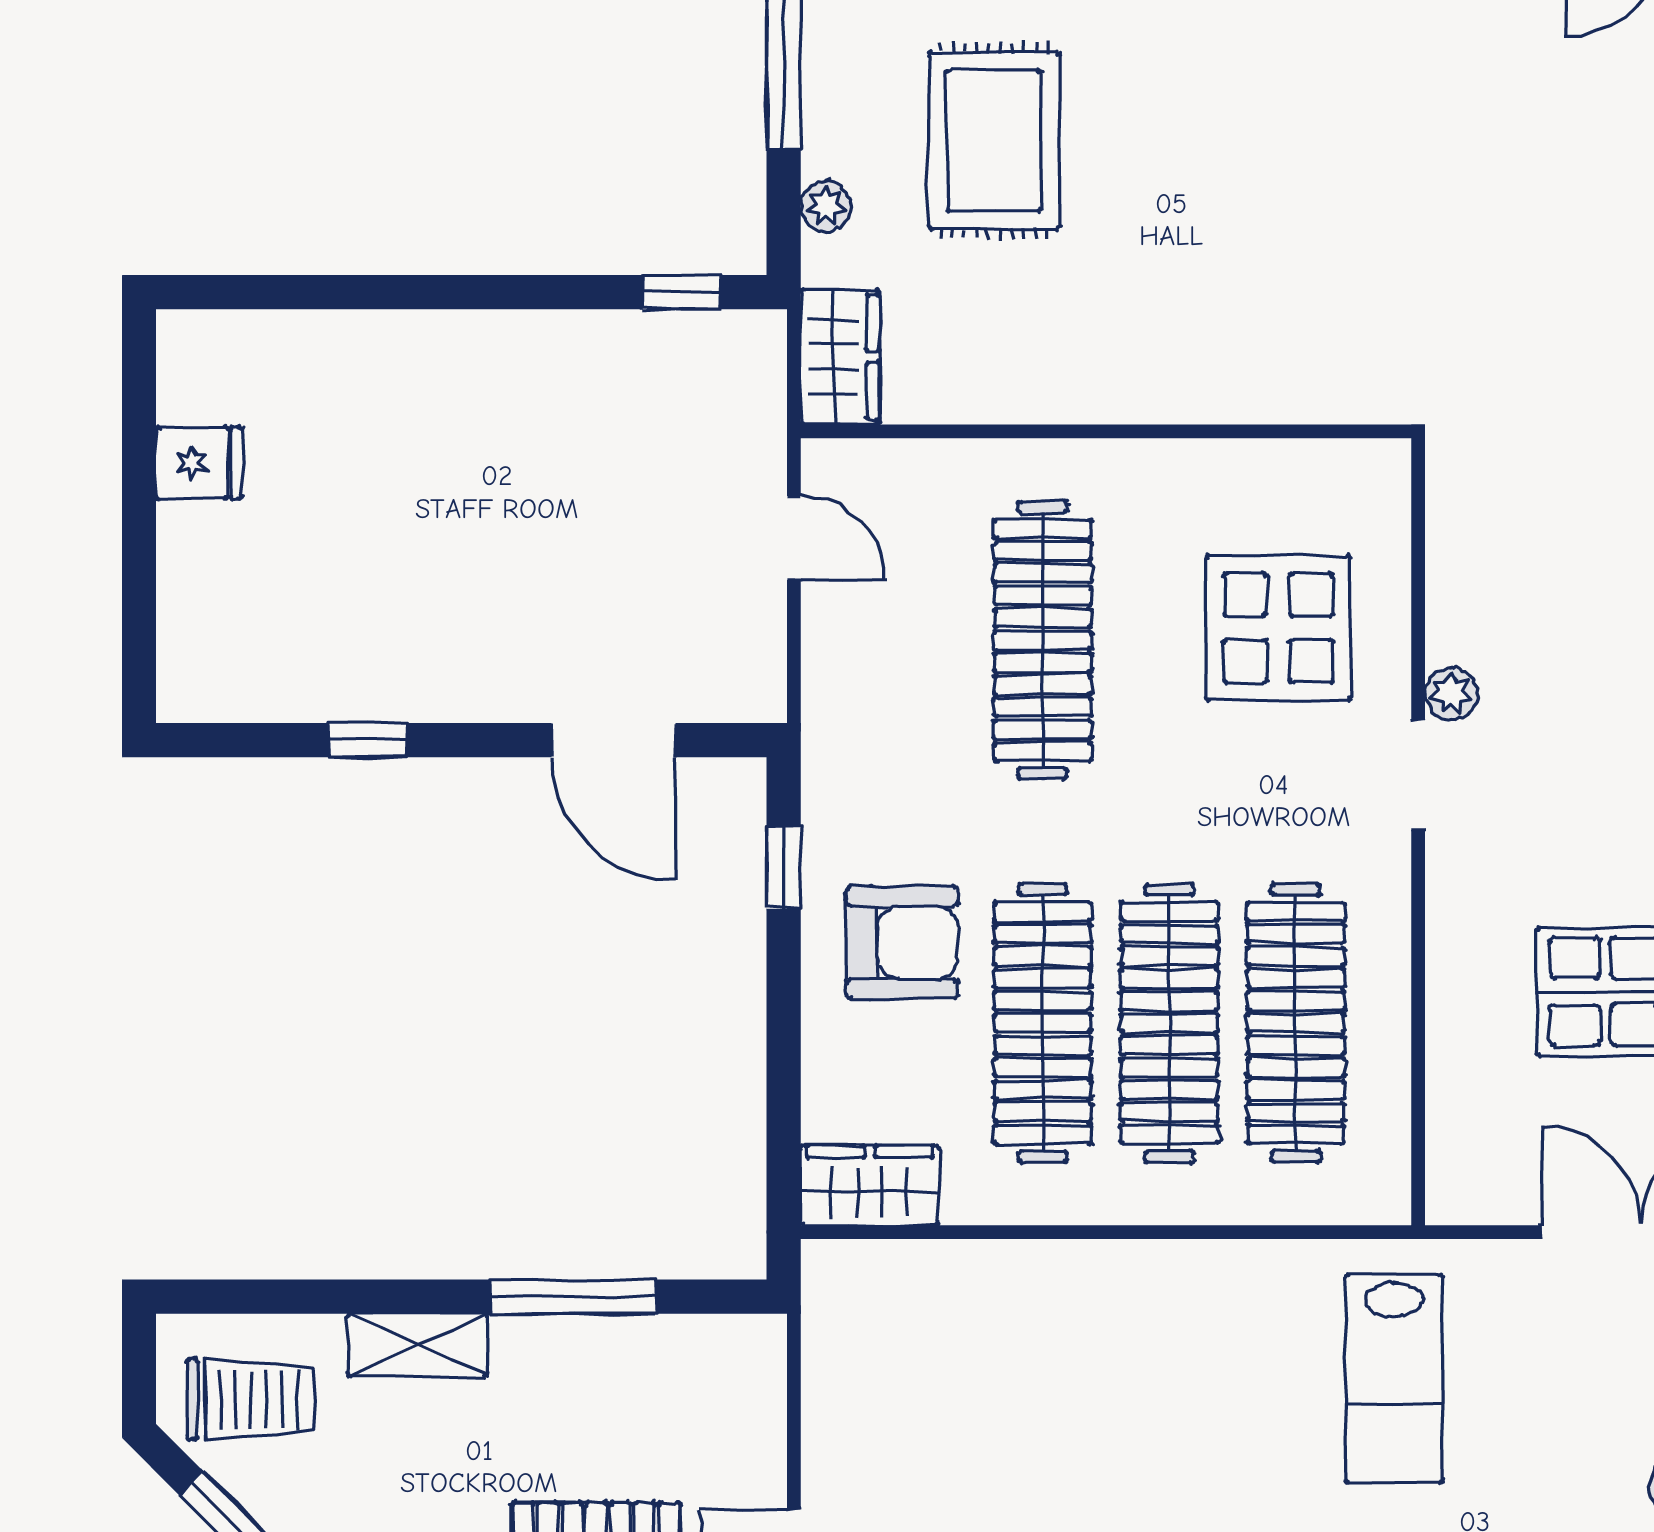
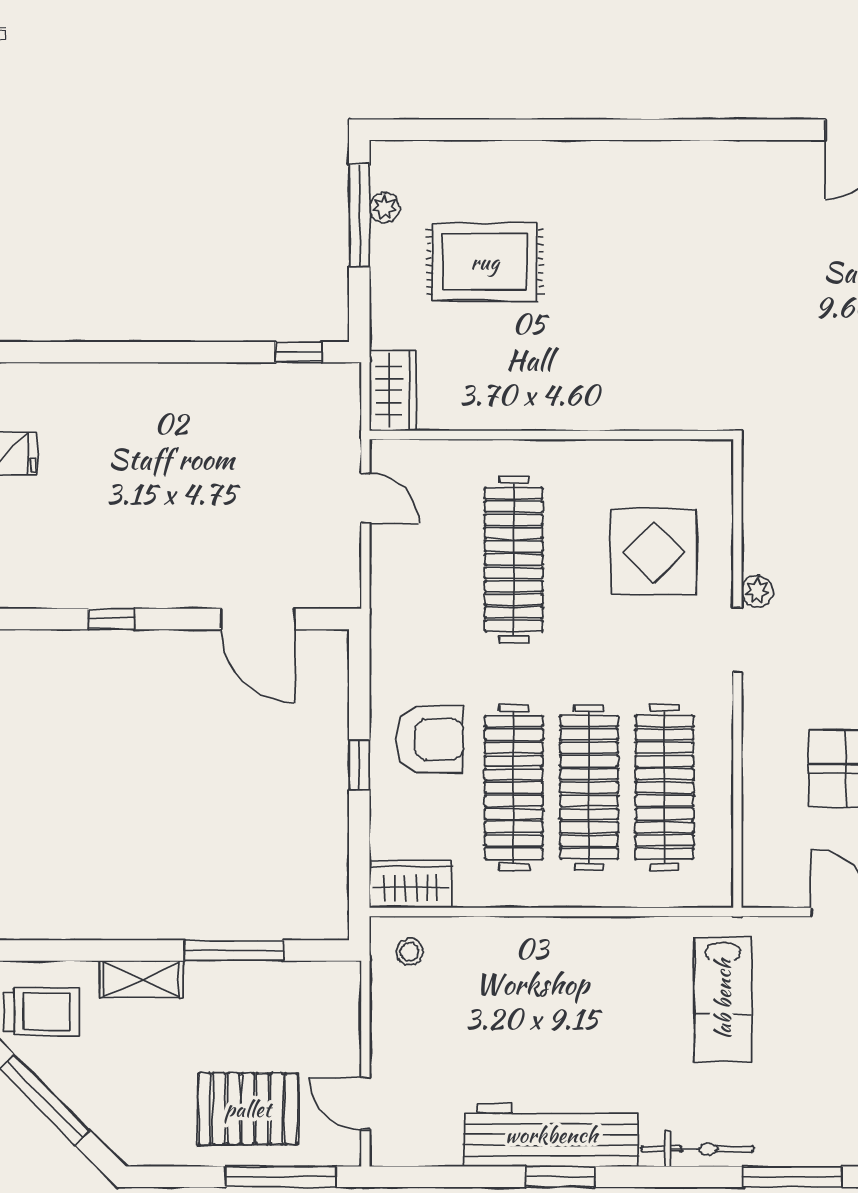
rug: (994, 141) -> (485, 262), turned 90
plant: (826, 206) -> (385, 208), moved
window: (784, 868) -> (359, 765), moved
stool: (868, 1299) -> (410, 952), added

